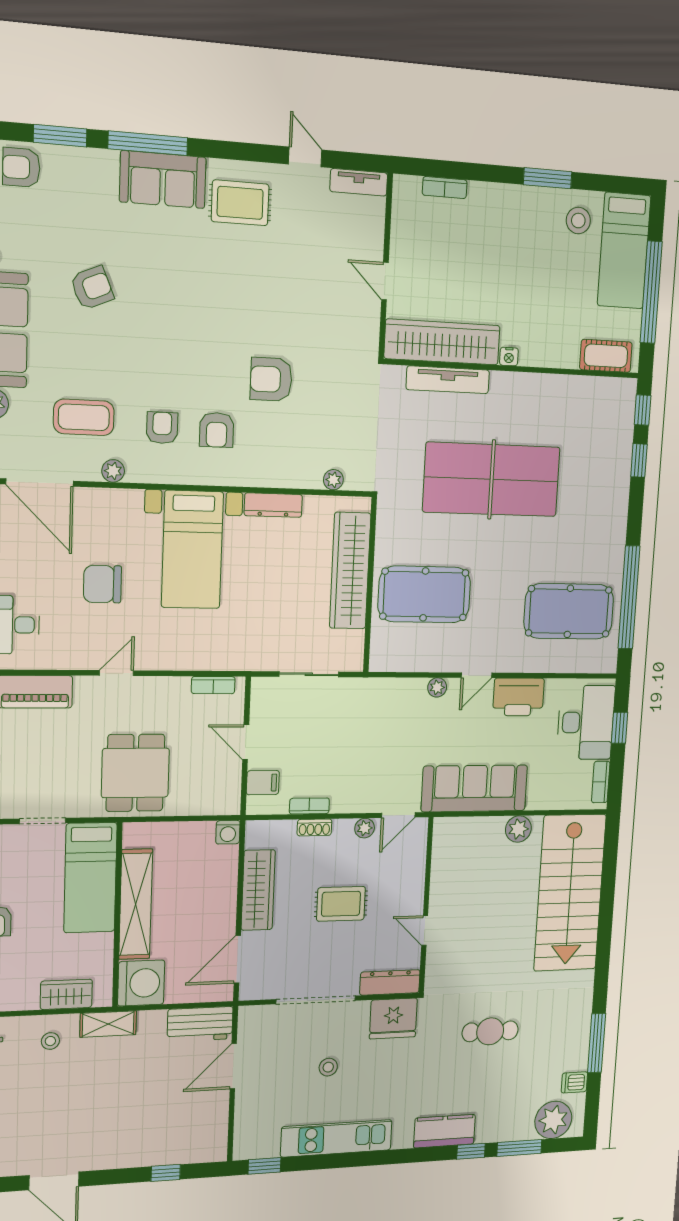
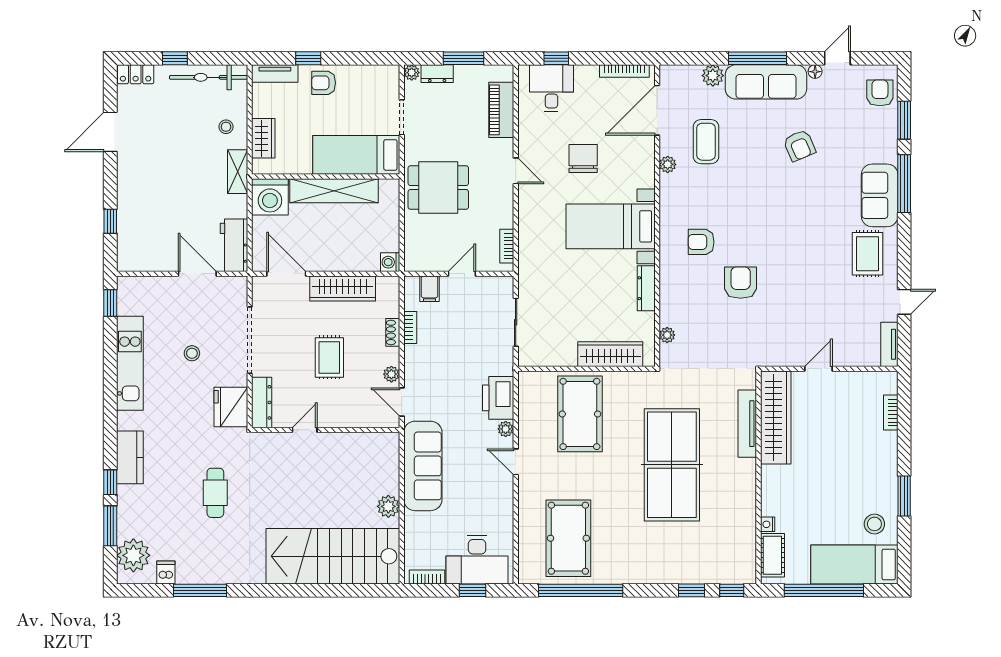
nightstand: (509, 357) -> (768, 524), moved
armchair: (162, 428) -> (701, 200), removed
wardrobe: (350, 571) -> (610, 354), width x0.71, depth x0.85
printer: (518, 697) -> (498, 398), moved

